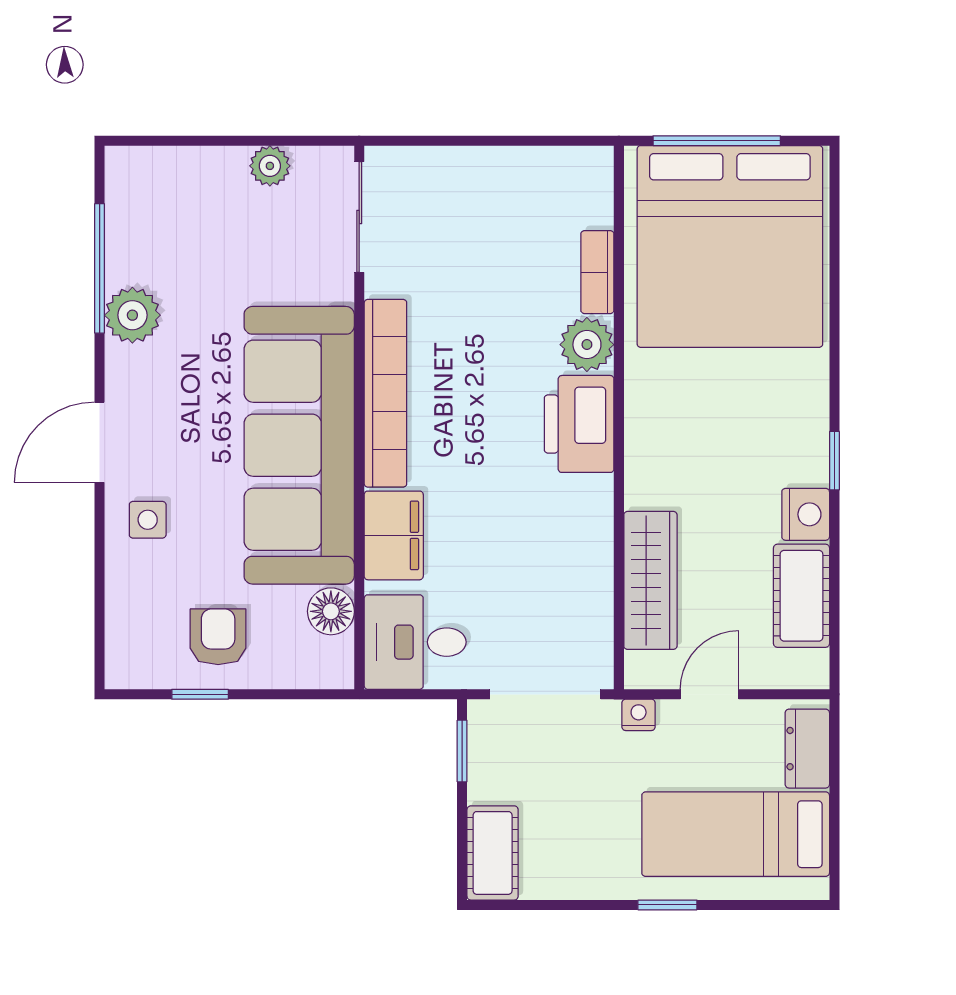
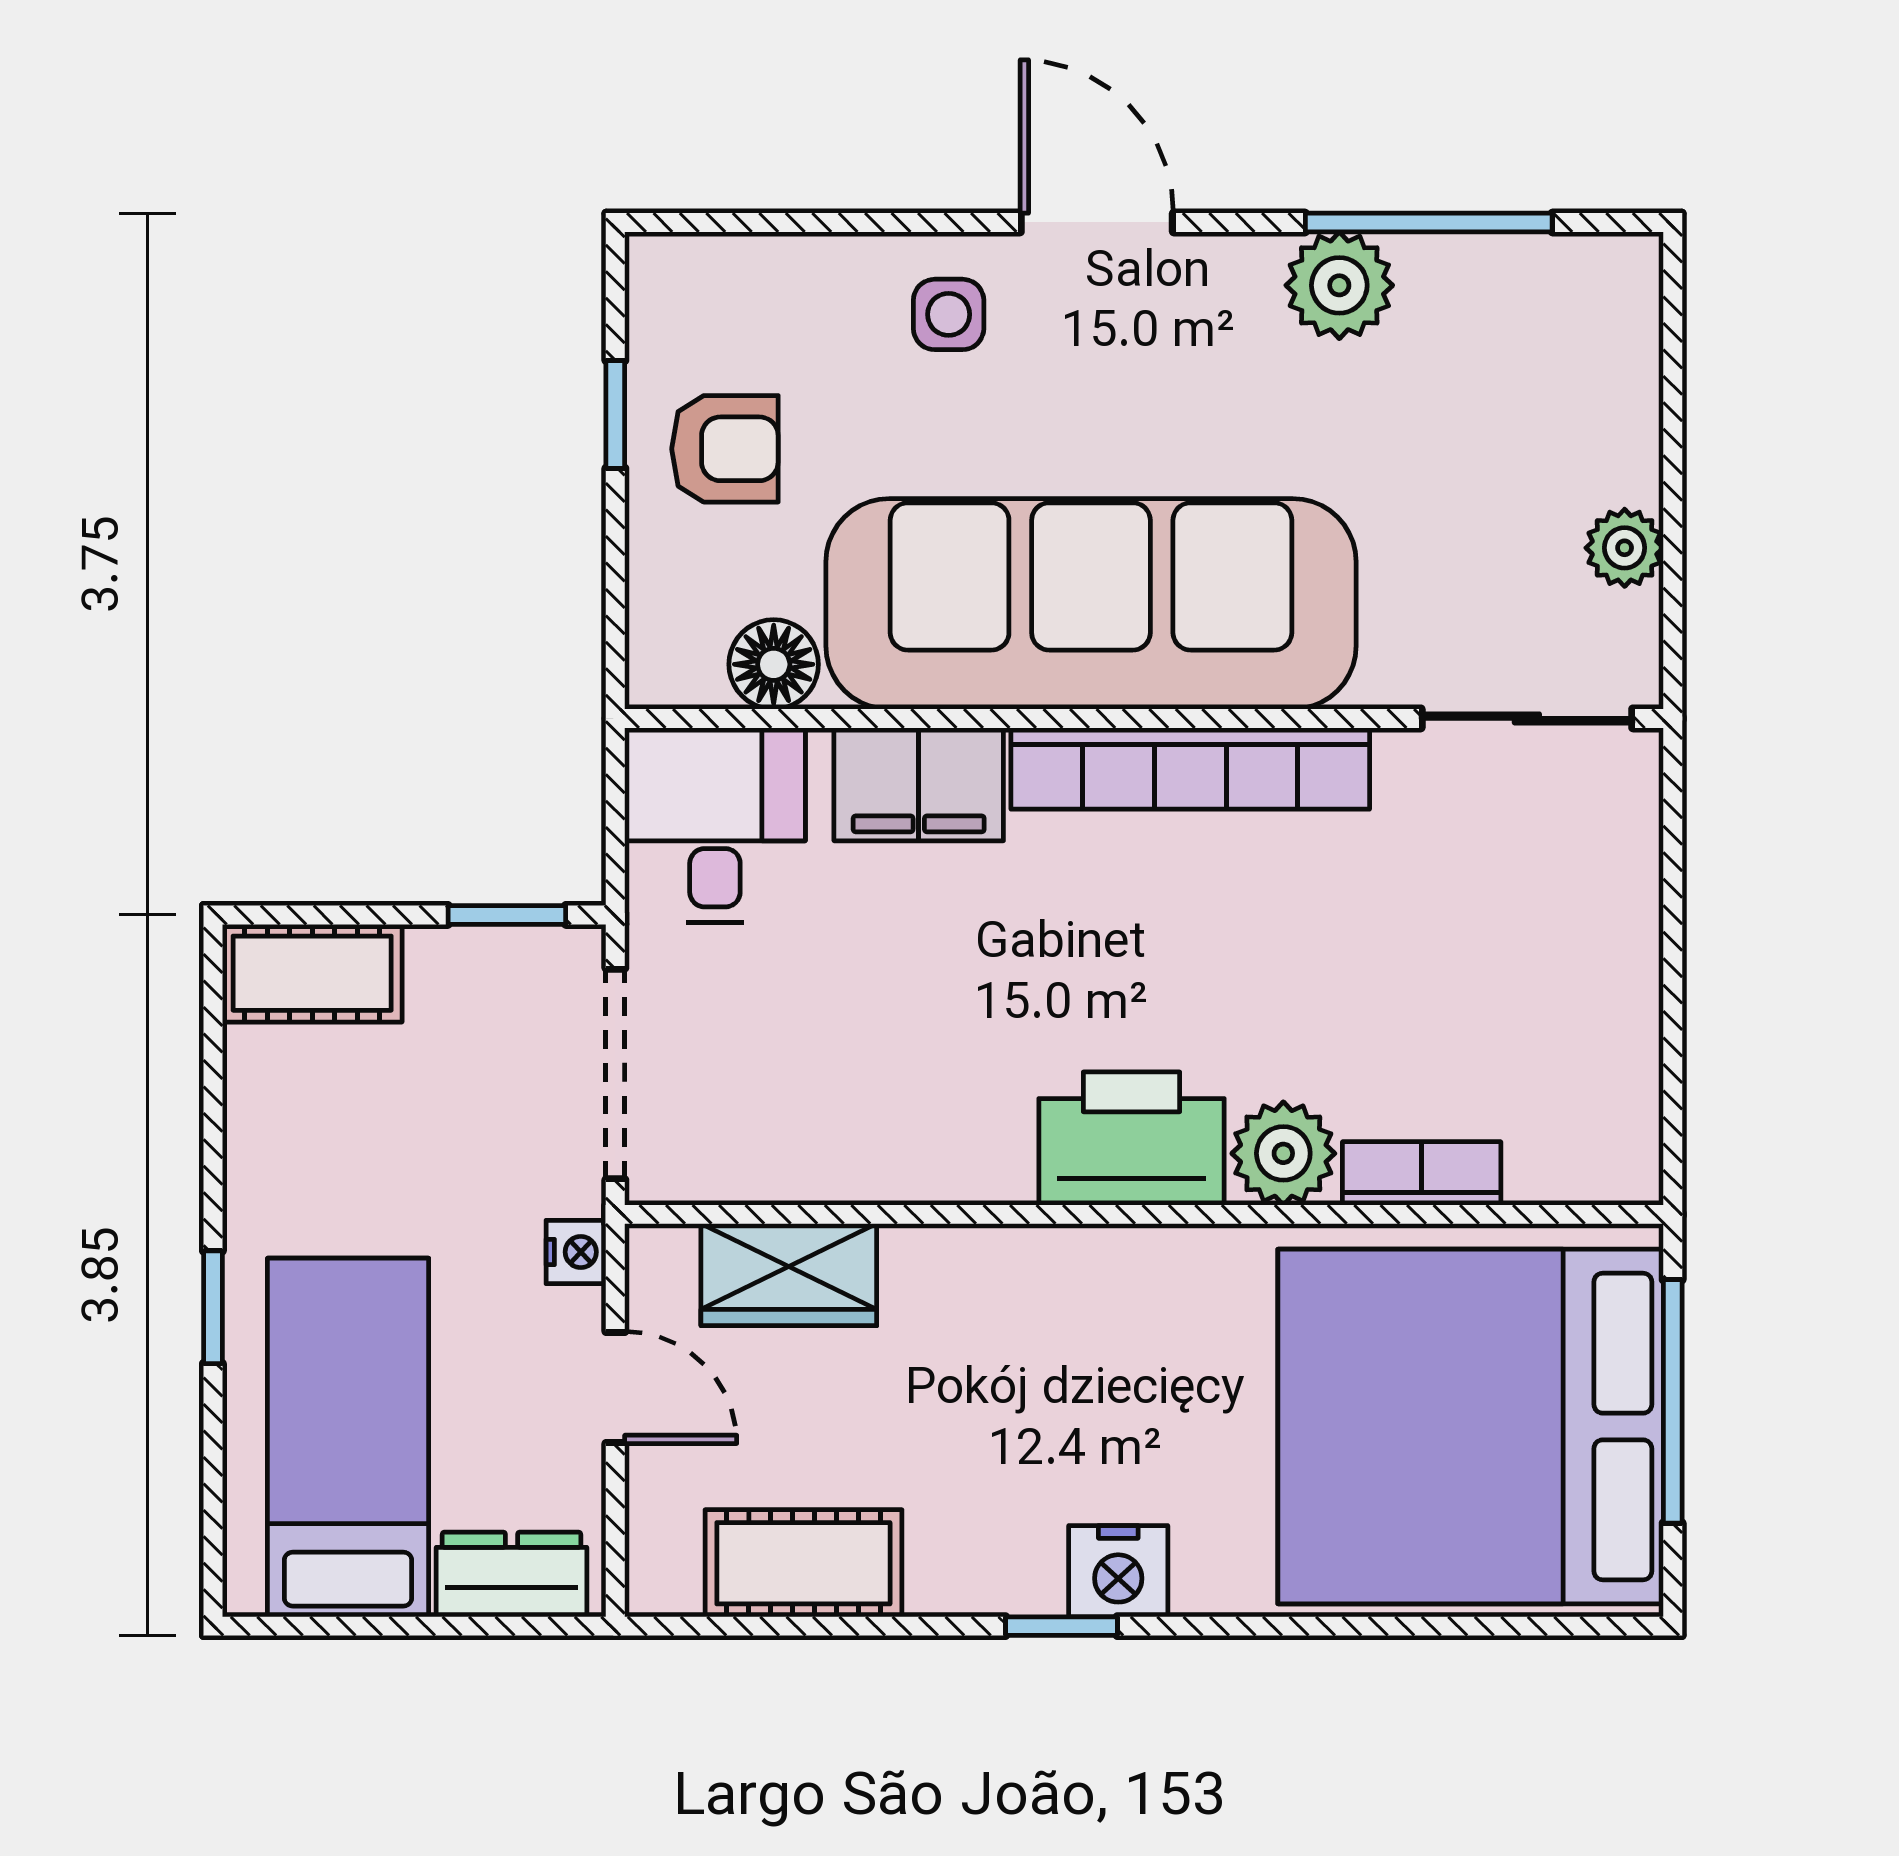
nightstand: (806, 514) -> (1118, 1571), moved
wardrobe: (650, 580) -> (789, 1275), width x0.67

